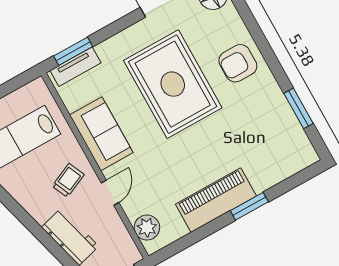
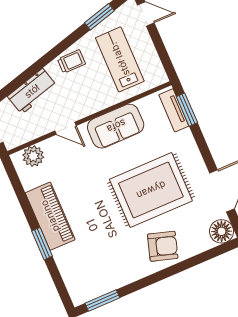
armchair: (238, 63) -> (163, 246), turned 107
window: (298, 108) -> (102, 301), moved
trolley: (68, 180) -> (71, 62), moved, turned -66

